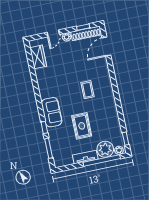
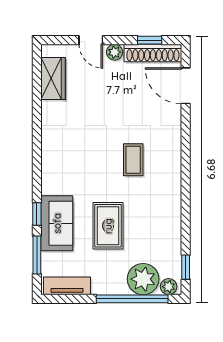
door: (53, 33) -> (91, 40), hinge flipped
door: (106, 47) -> (186, 86), hinge flipped
sofa: (52, 112) -> (57, 223), moved
tv unit: (85, 157) -> (67, 286), moved

